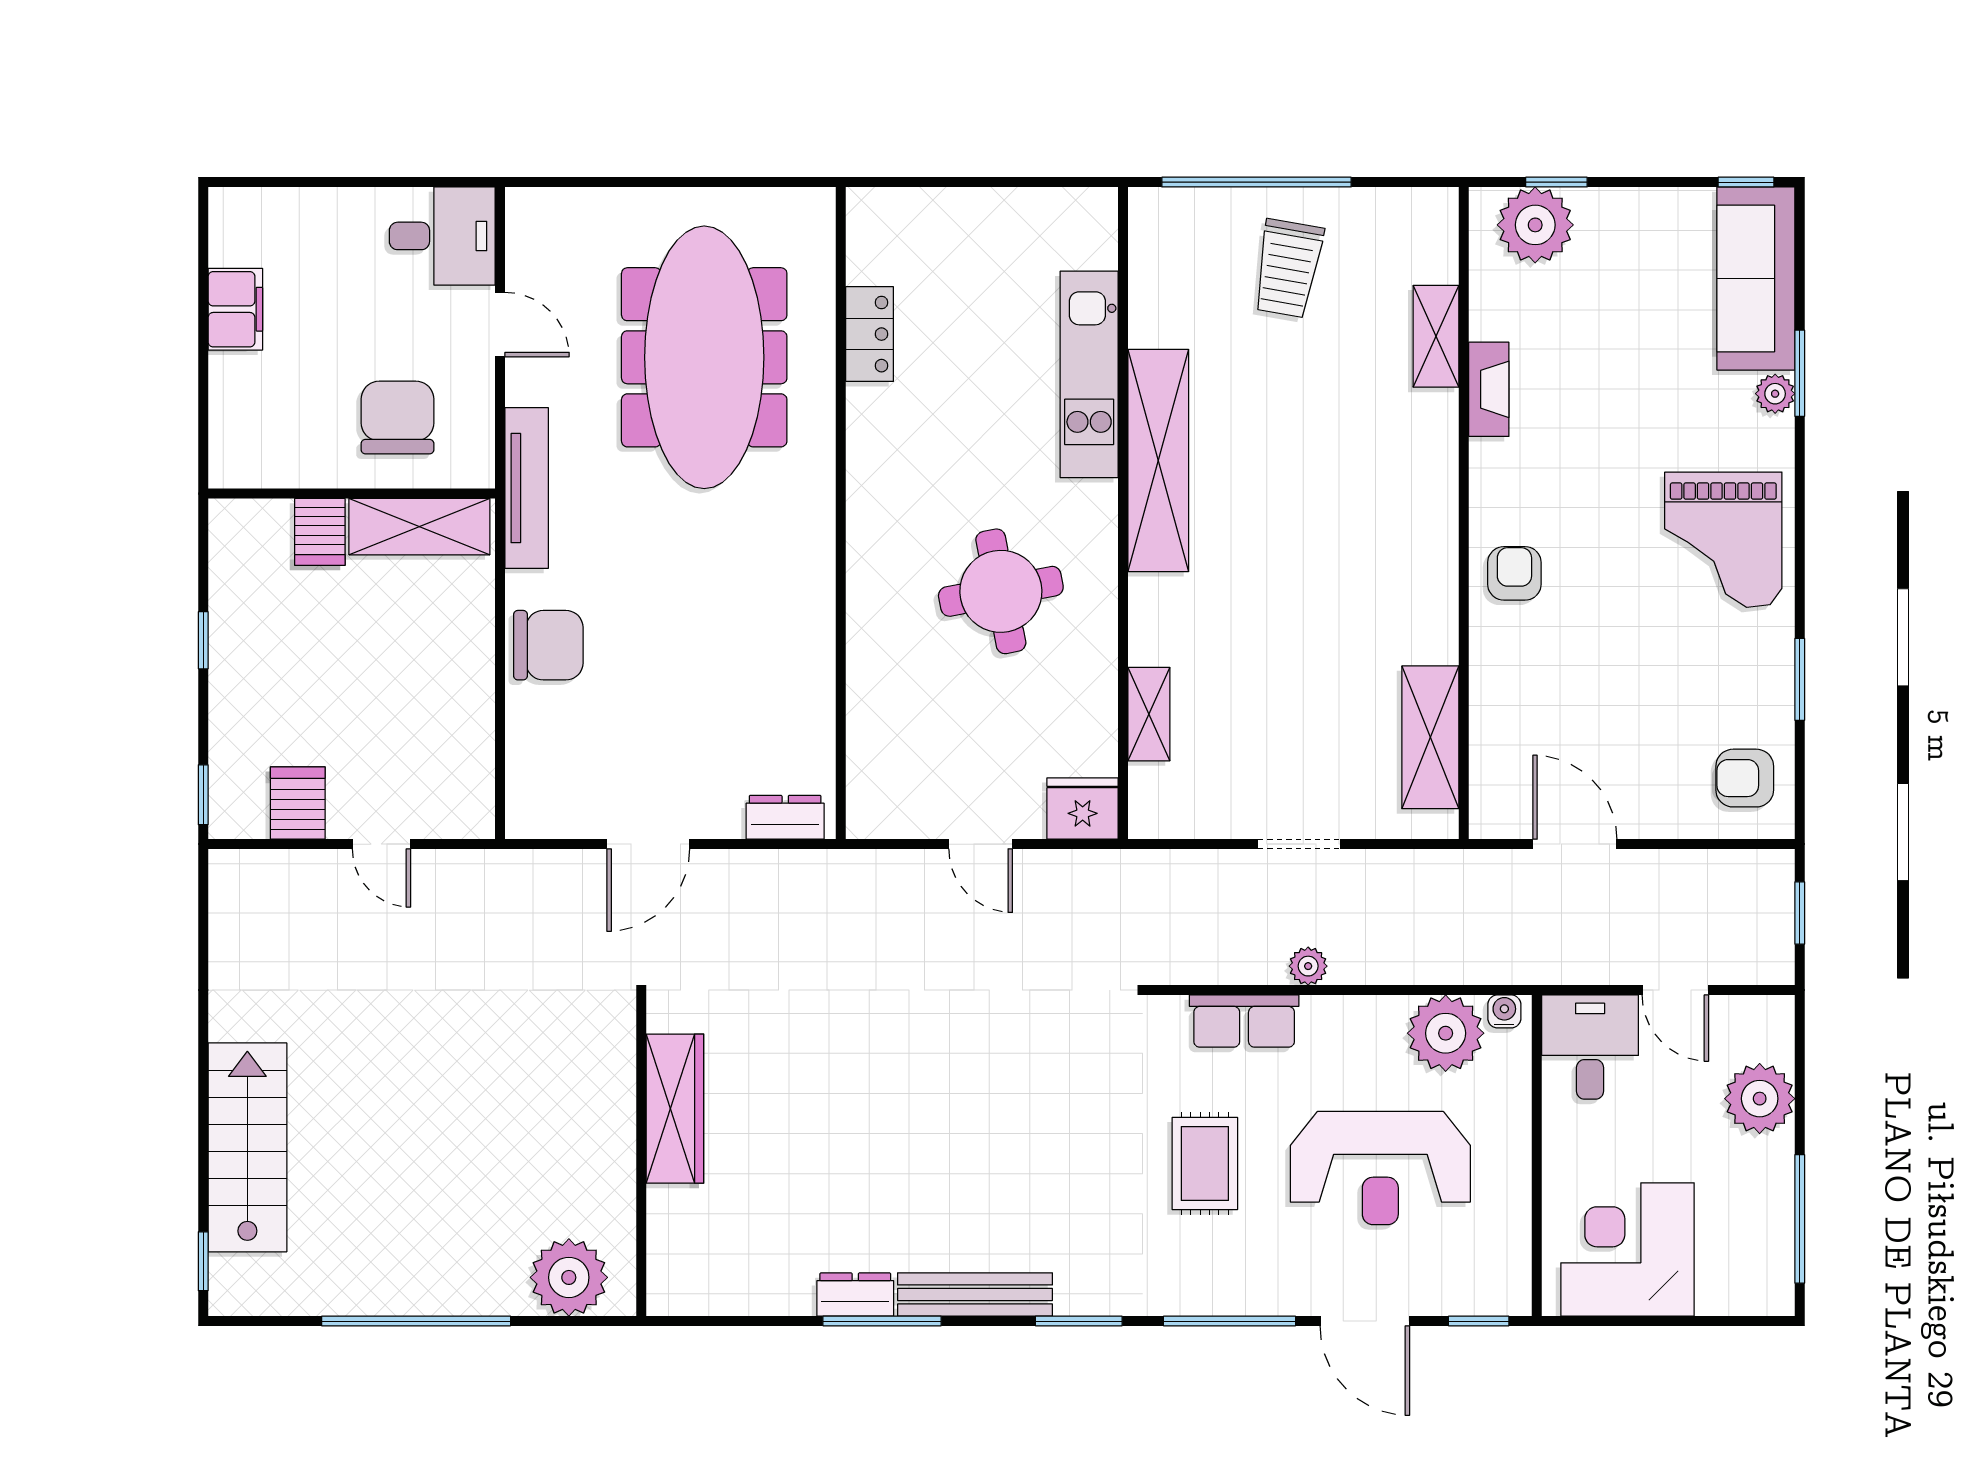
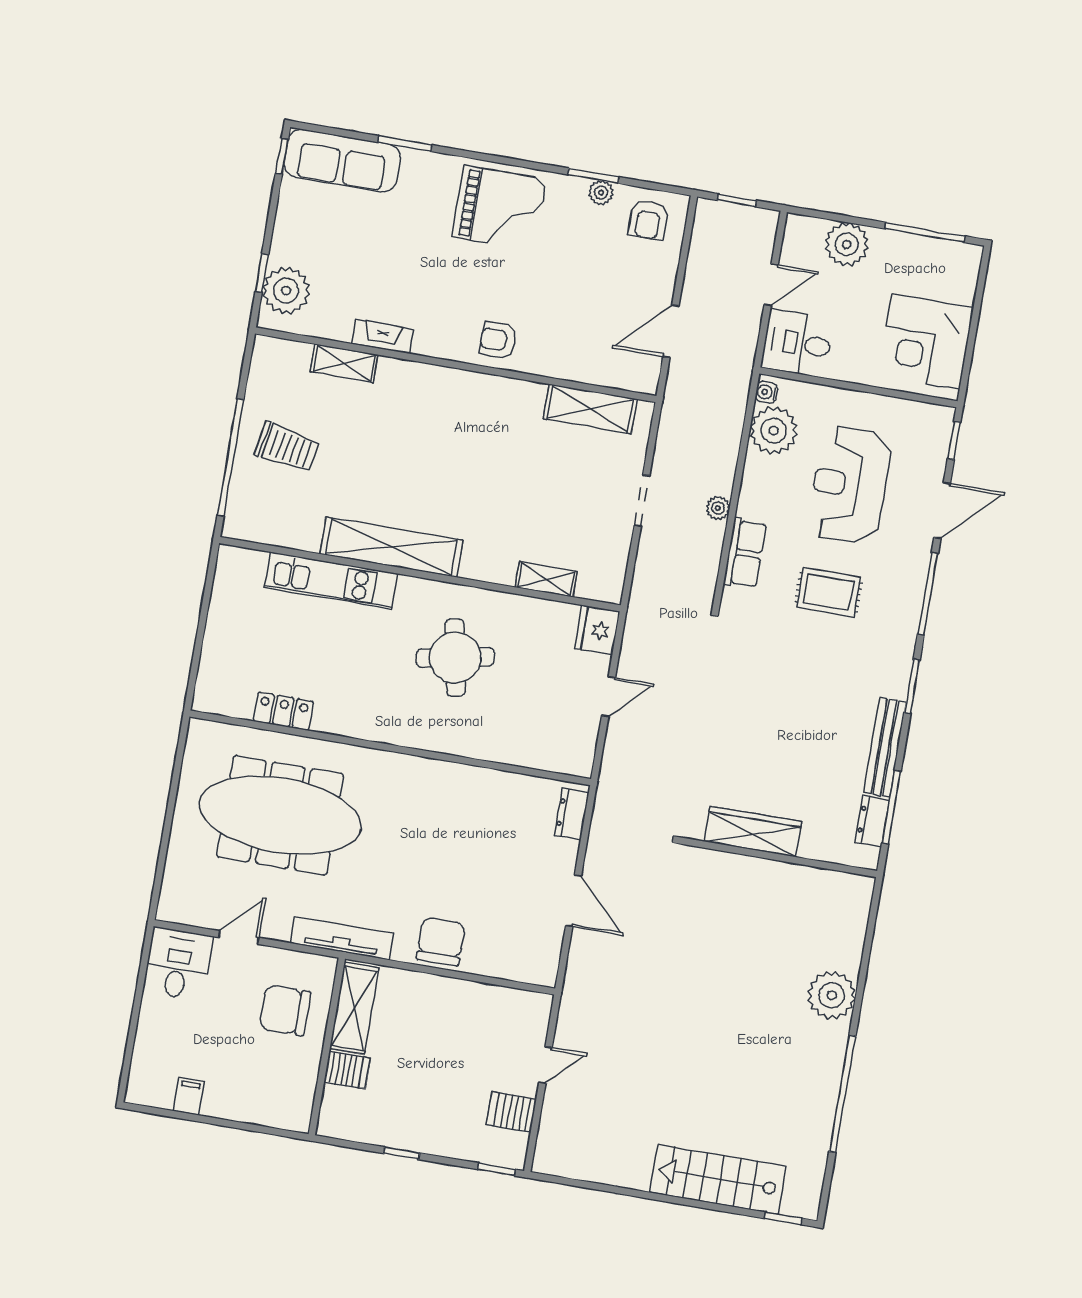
filing cabinet: (235, 309) -> (189, 1096), width x0.50
plant: (1775, 394) -> (601, 193), moved
wardrobe: (675, 1109) -> (753, 832), moved
wall: (641, 1156) -> (778, 857), moved
reception desk: (1380, 1168) -> (850, 485), turned 180

